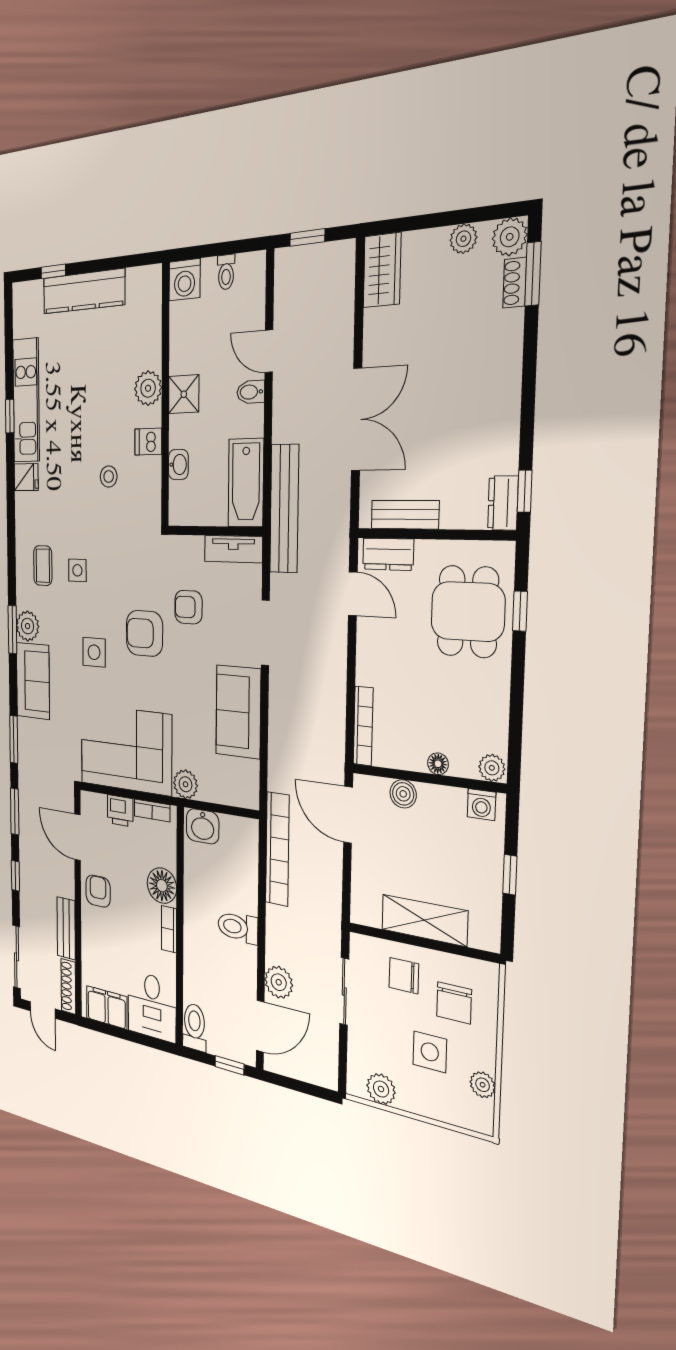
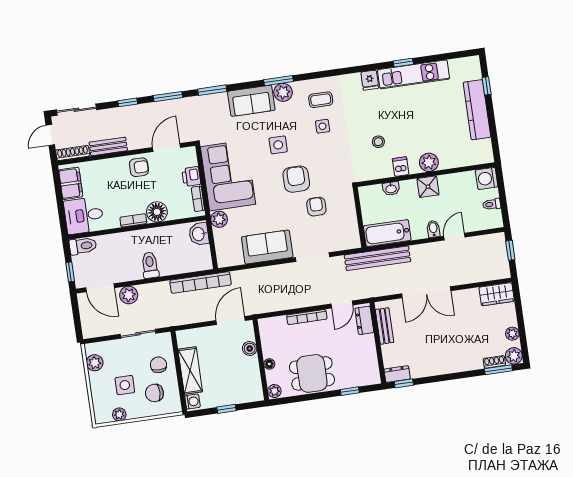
tv unit: (233, 549) -> (352, 231), removed
dining table: (468, 612) -> (312, 373), moved
bookcase: (363, 726) -> (307, 317), moved
washing machine: (481, 805) -> (192, 402), moved, turned 180

